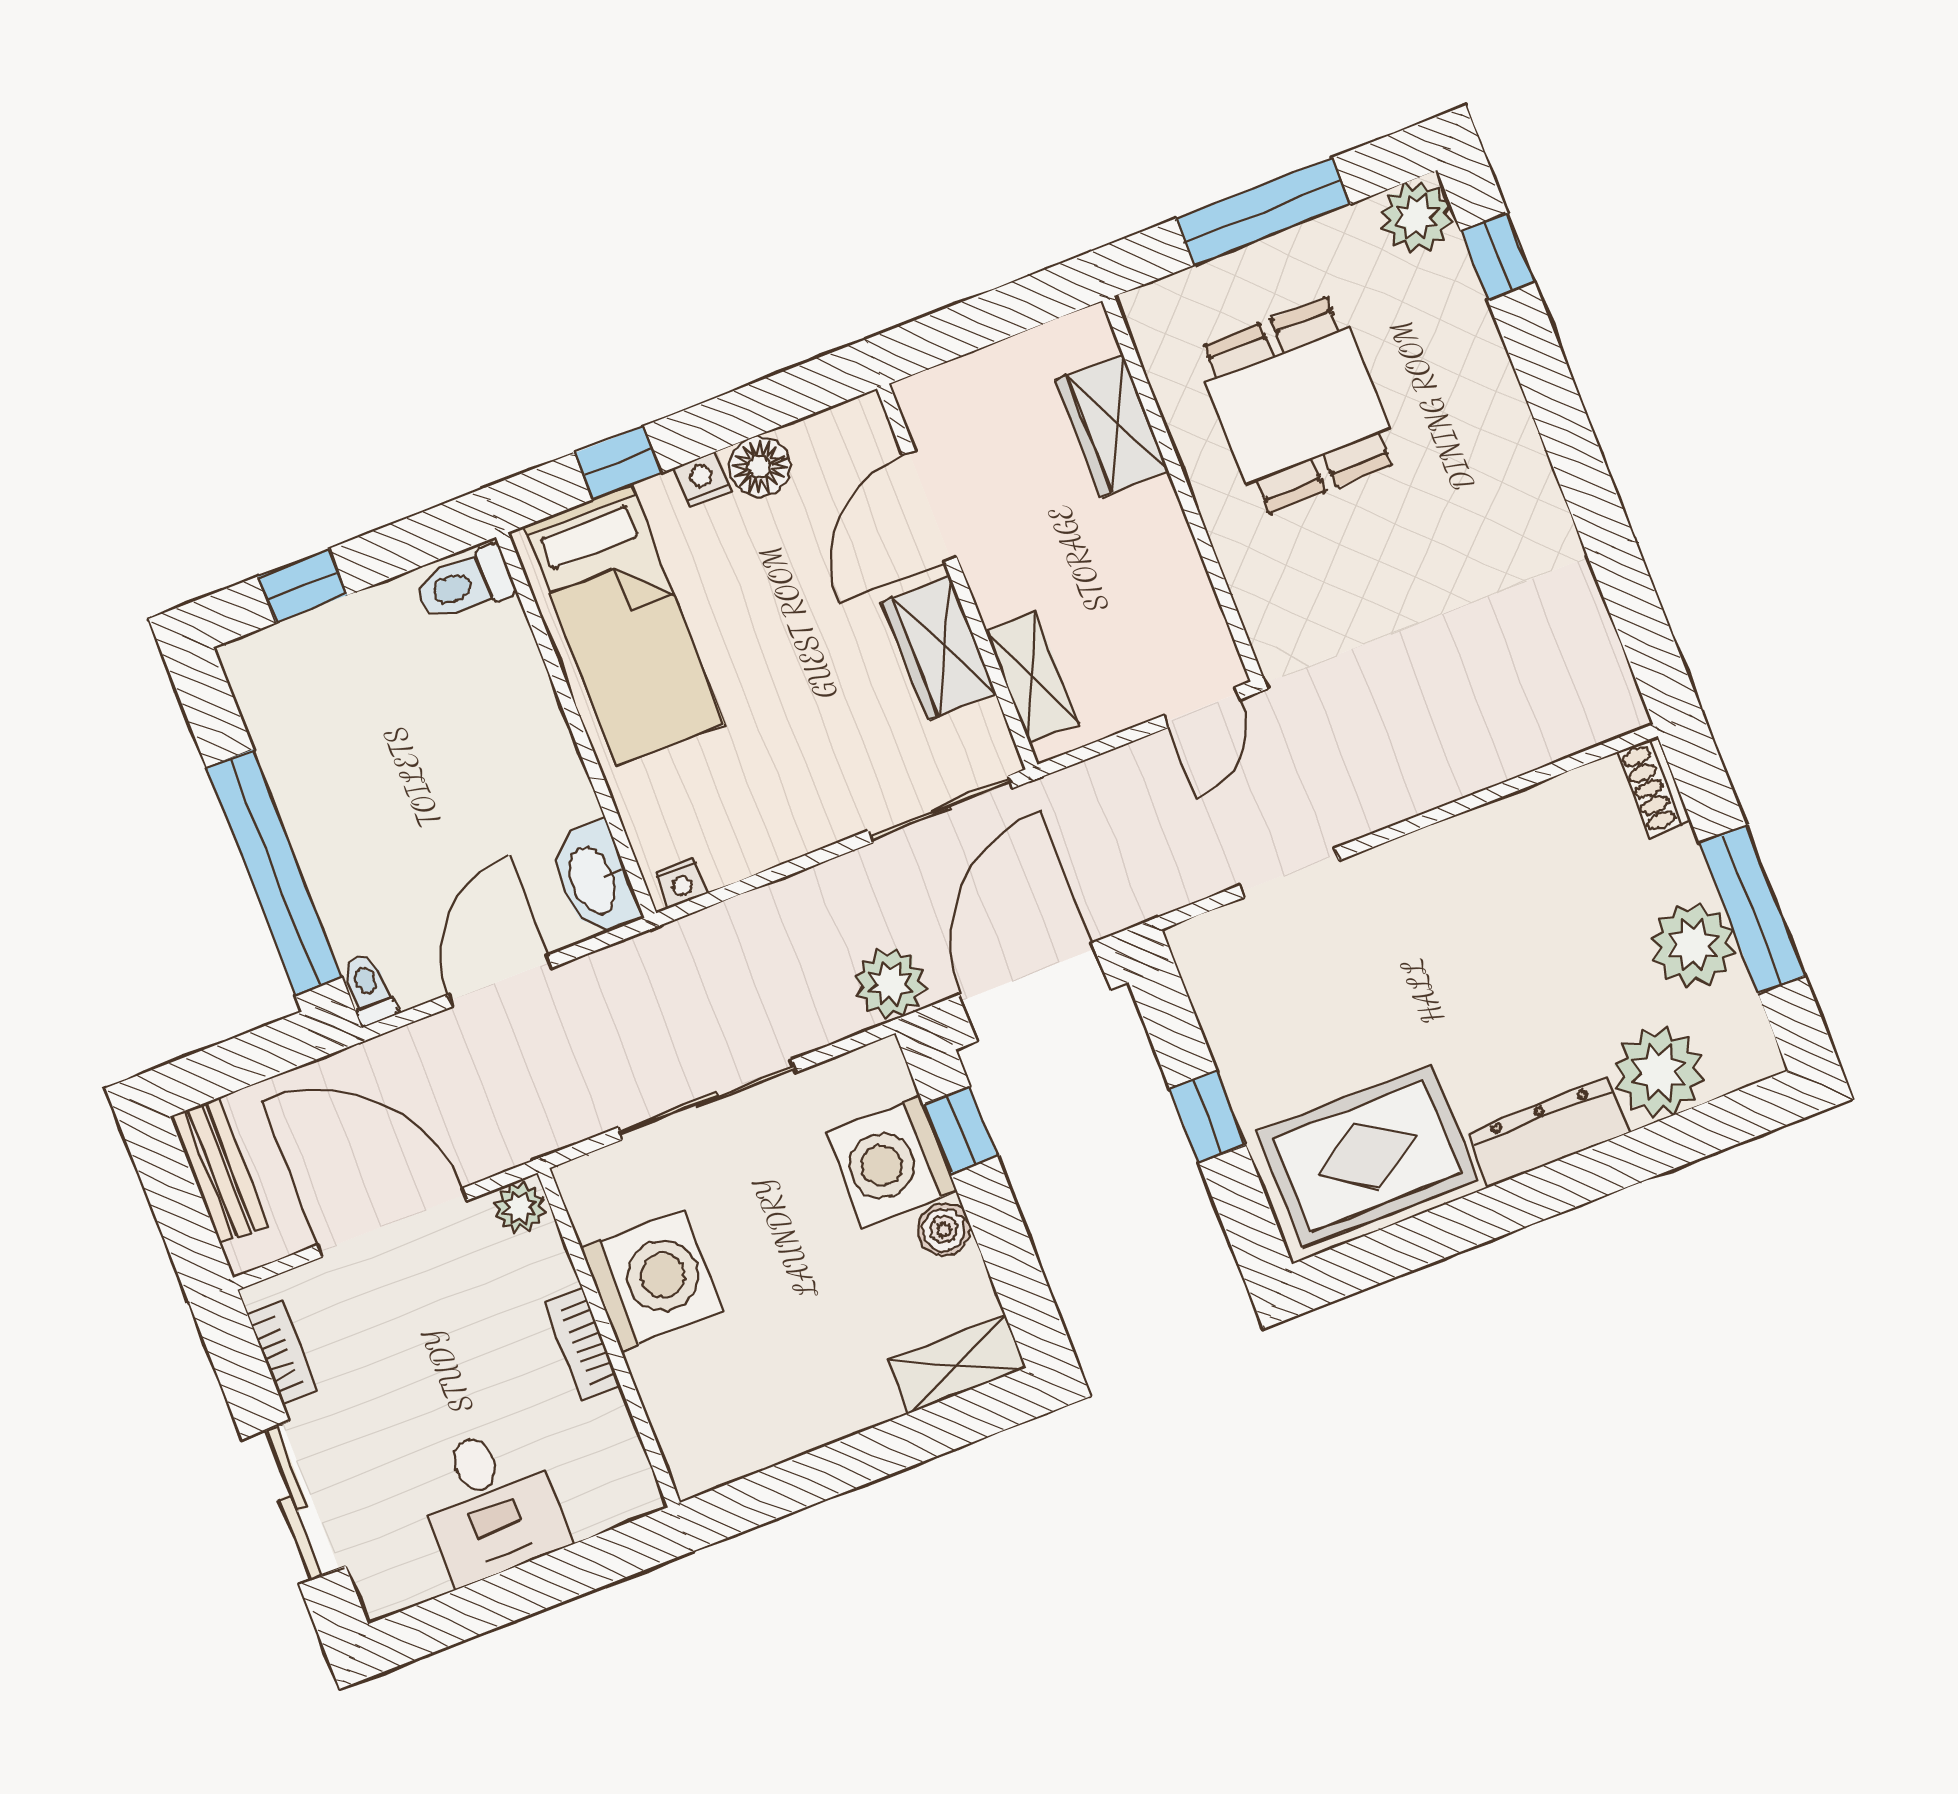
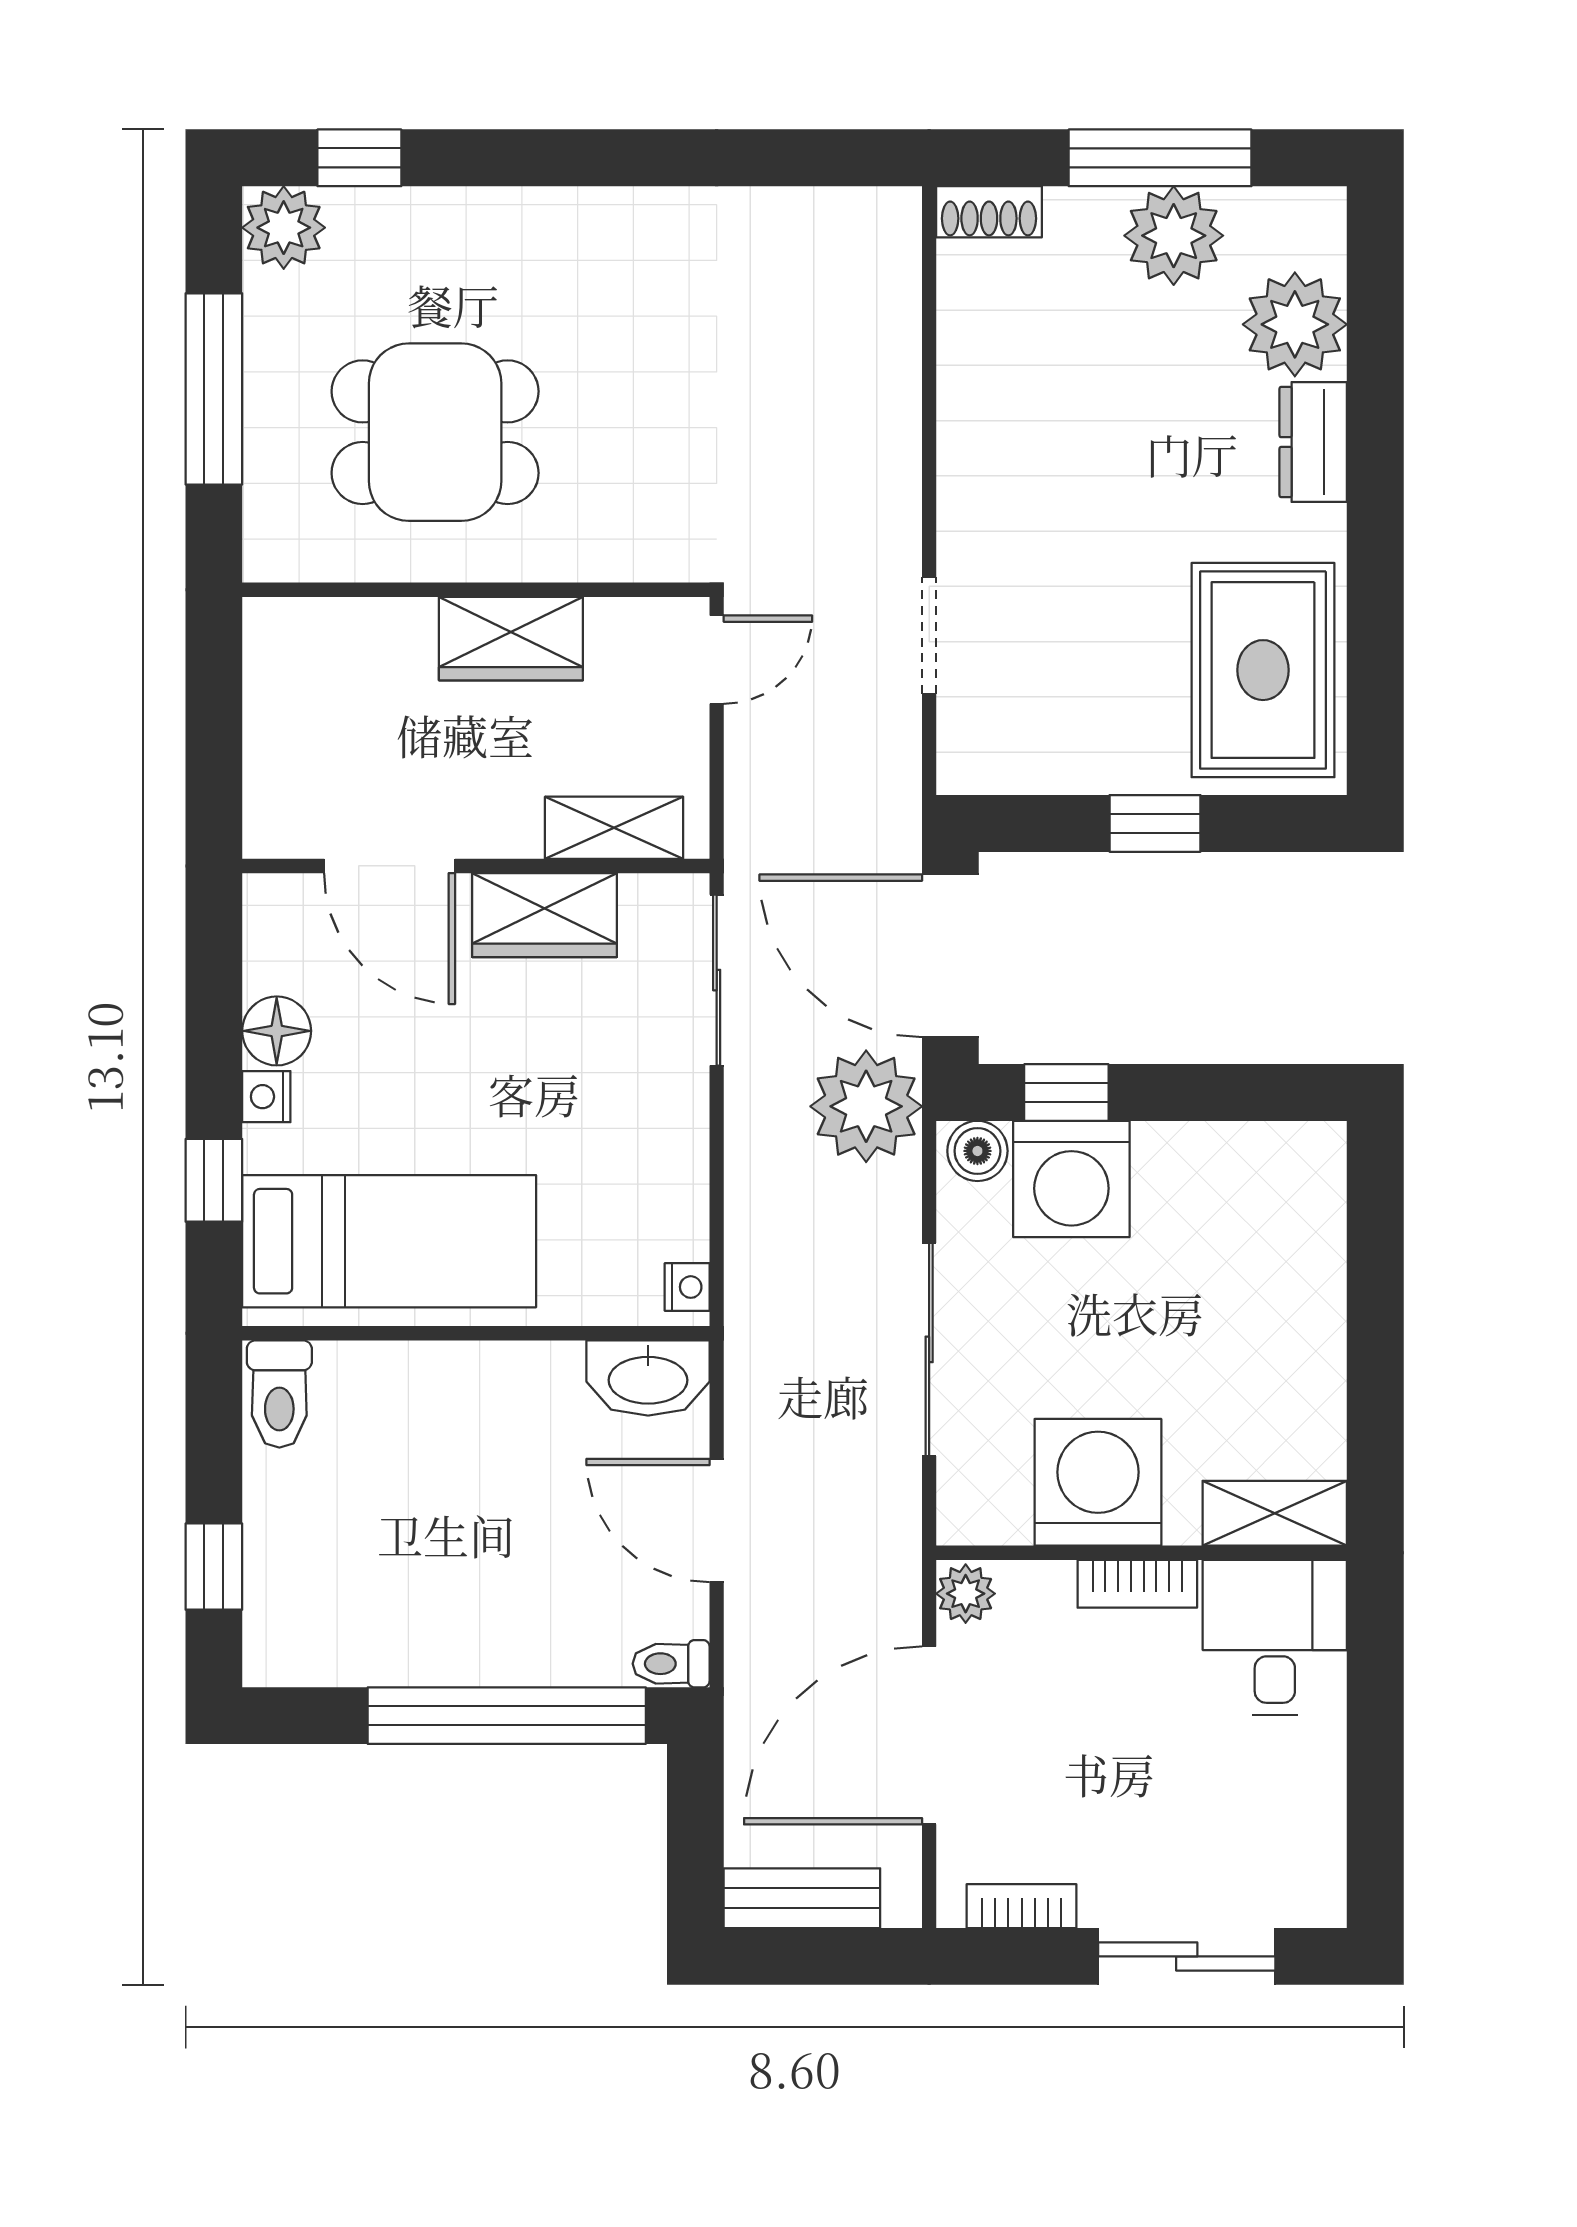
wardrobe: (1112, 426) -> (511, 639), moved
door: (1202, 707) -> (717, 660), hinge flipped
plant: (890, 983) -> (866, 1106), width x1.36, depth x1.36
dresser: (1548, 1133) -> (1313, 442), width x0.70
boiler: (944, 1229) -> (977, 1151), moved
shelving: (957, 1364) -> (1275, 1513), moved, turned 90
desk: (490, 1504) -> (1275, 1638), moved, turned -90

